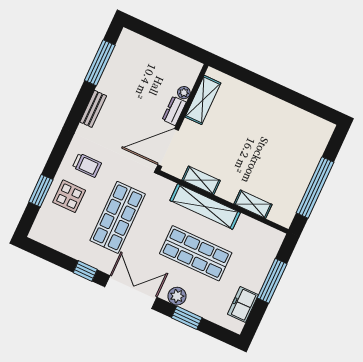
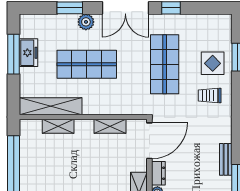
bench: (93, 109) -> (226, 159), moved
shelving: (205, 207) -> (51, 106), moved
window: (272, 281) -> (14, 54), moved
freezer: (243, 304) -> (29, 53), moved

